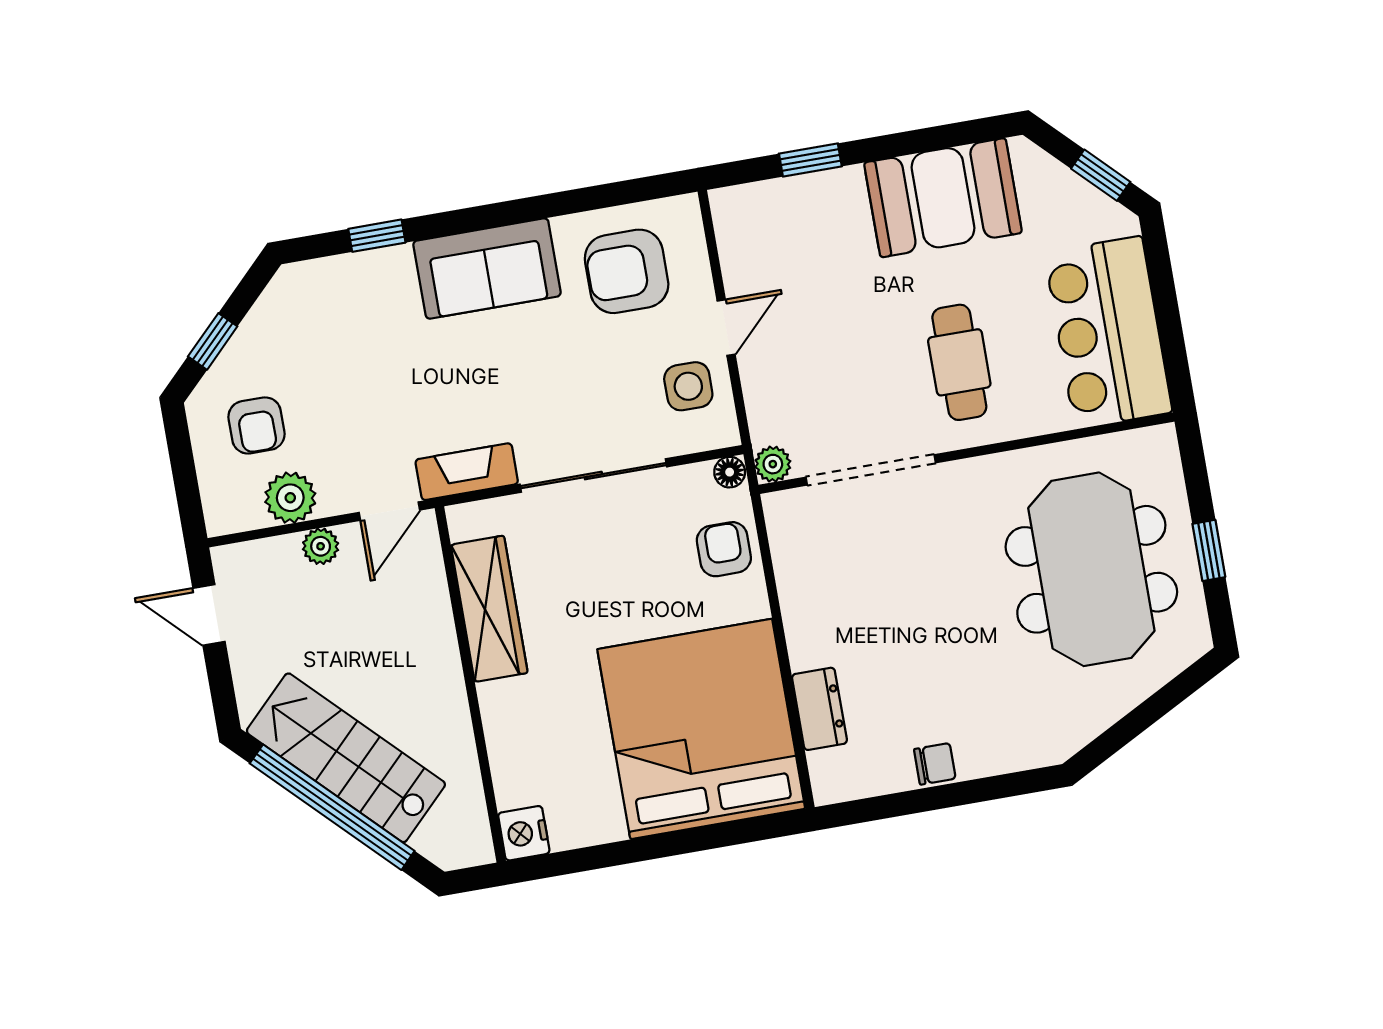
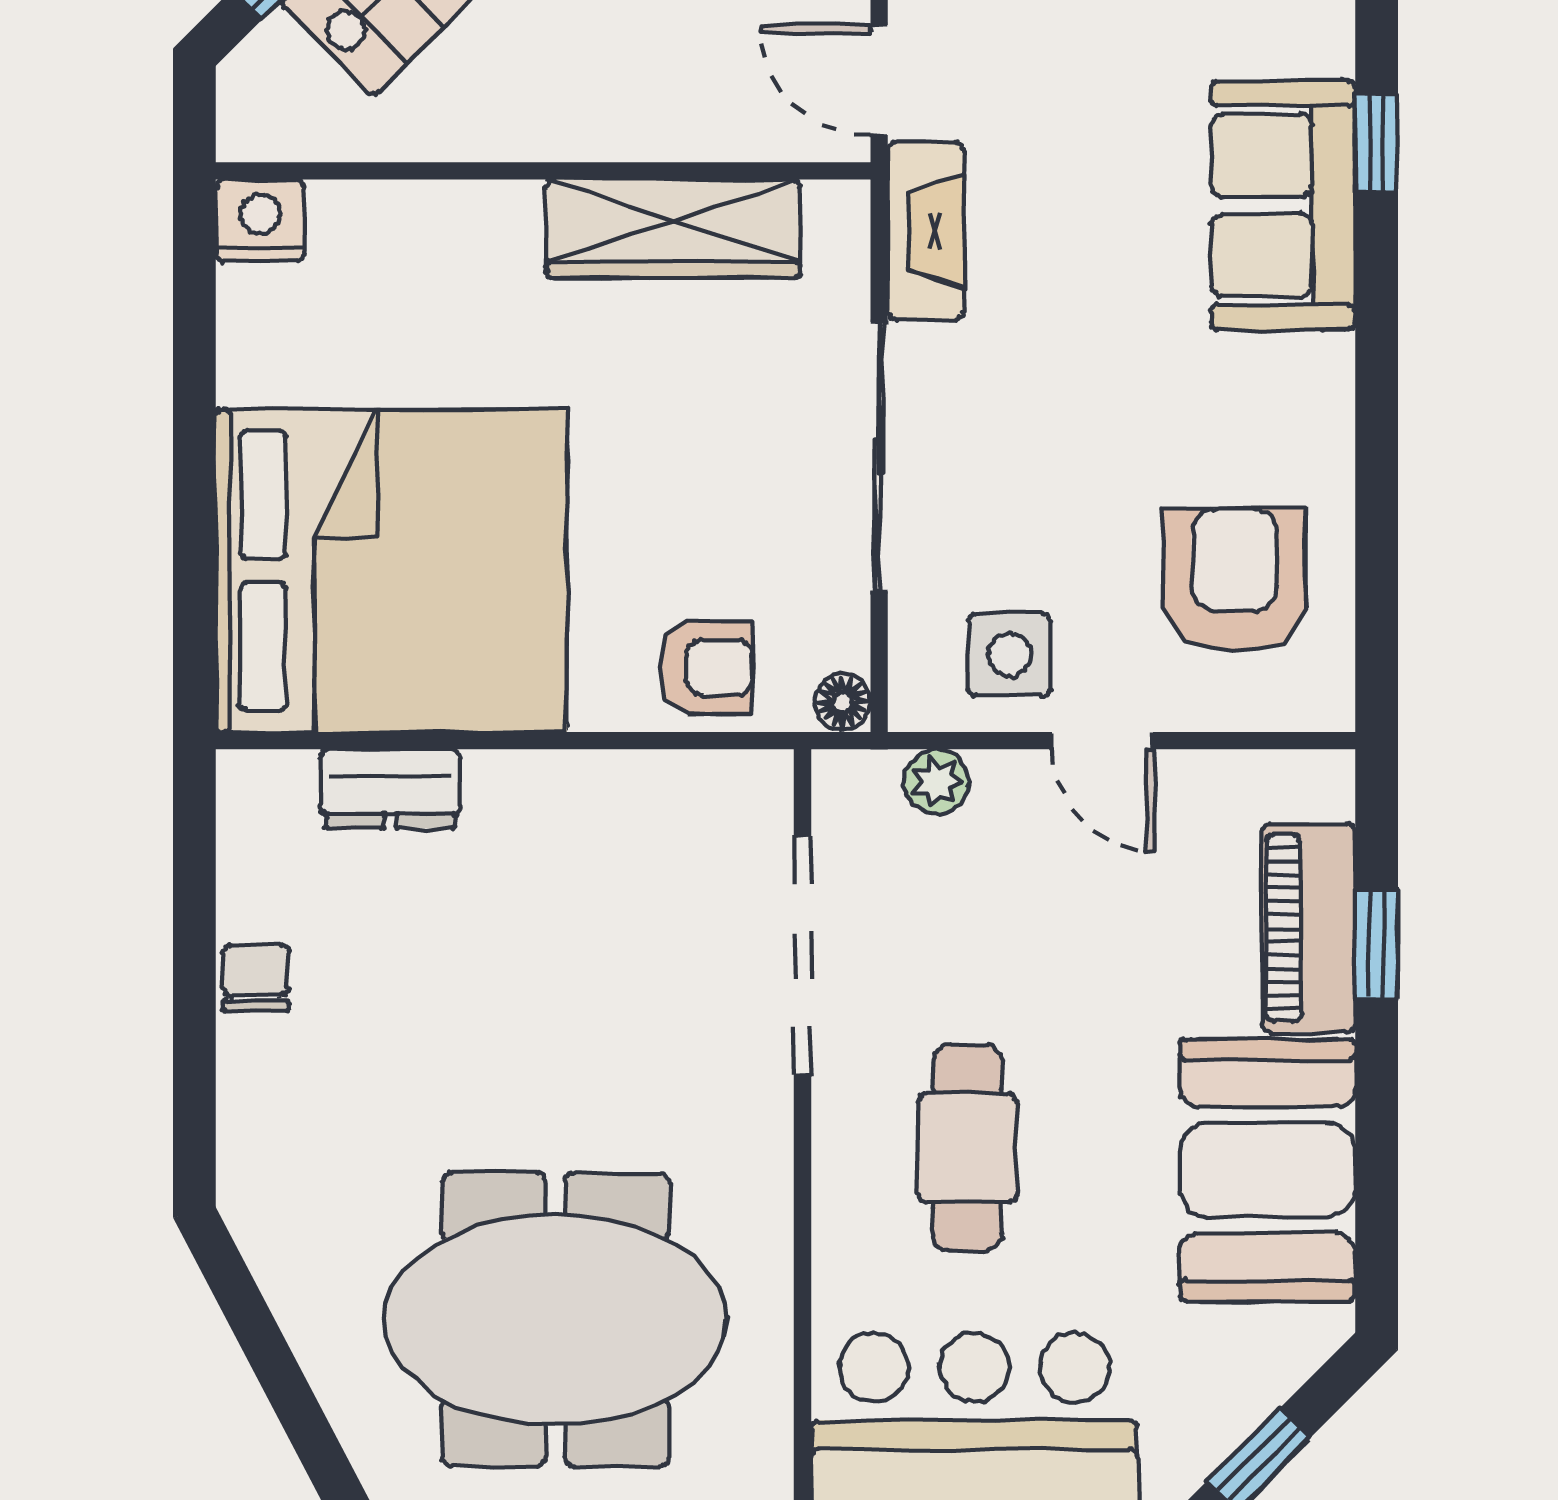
piano: (808, 198) -> (1309, 928), added
sofa: (487, 269) -> (1283, 205), moved
cafe table: (959, 362) -> (967, 1148), turned 90
plant: (773, 464) -> (936, 782), moved
chair: (935, 764) -> (256, 978), turned 180

